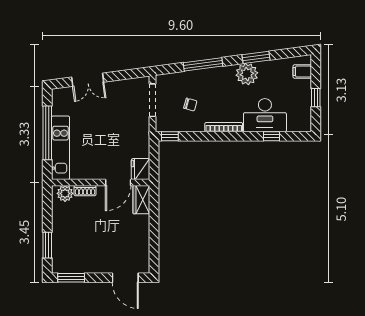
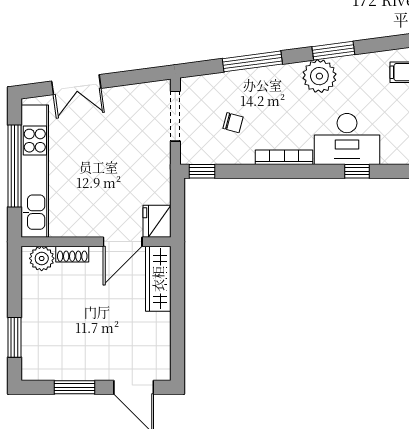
kitchen unit: (60, 148) -> (35, 171), width x1.36
wardrobe: (141, 200) -> (158, 279), width x1.50
window: (71, 278) -> (75, 387), moved

